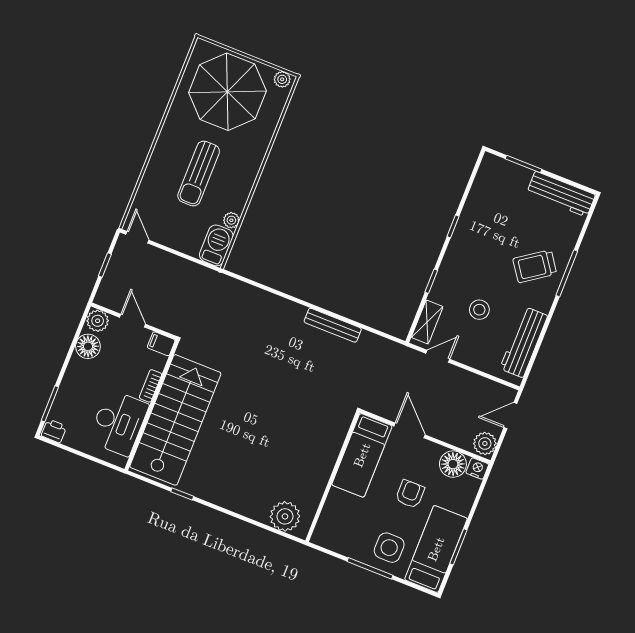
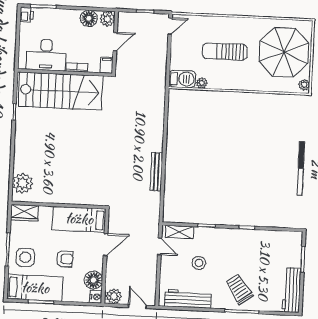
wardrobe: (327, 528) -> (24, 213), added

